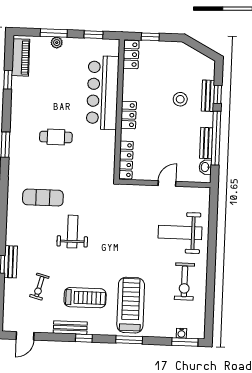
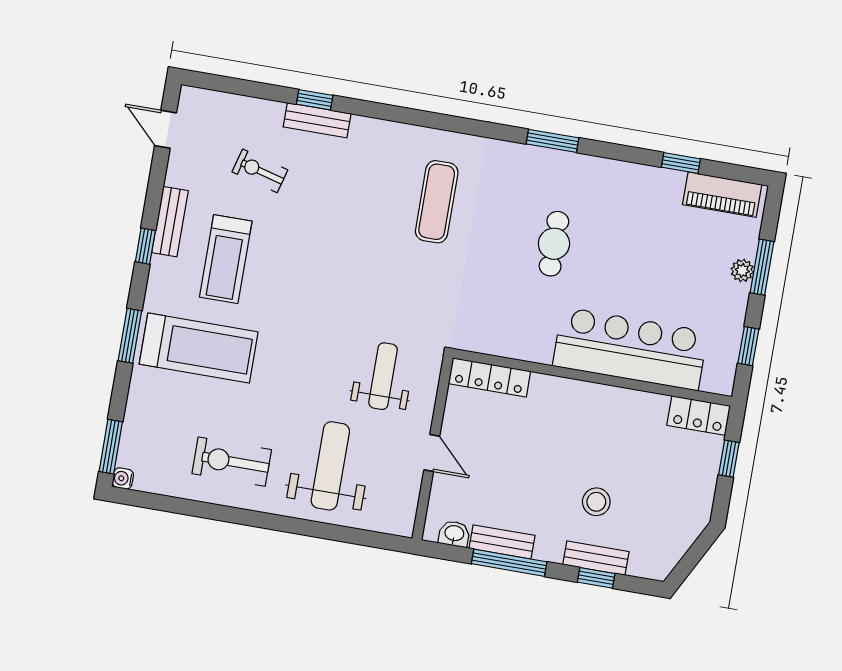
locker: (128, 115) -> (579, 394), removed
window: (216, 138) -> (509, 563), width x0.68
weight bench: (73, 232) -> (383, 376), moved, turned -90
water cooler: (181, 333) -> (123, 478), moved

